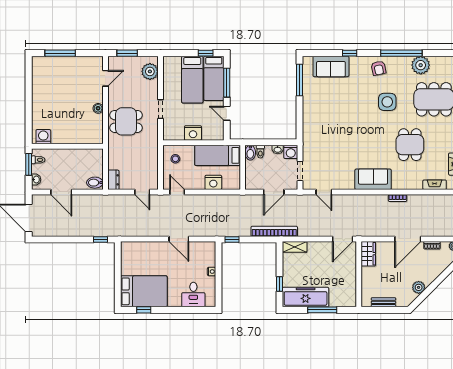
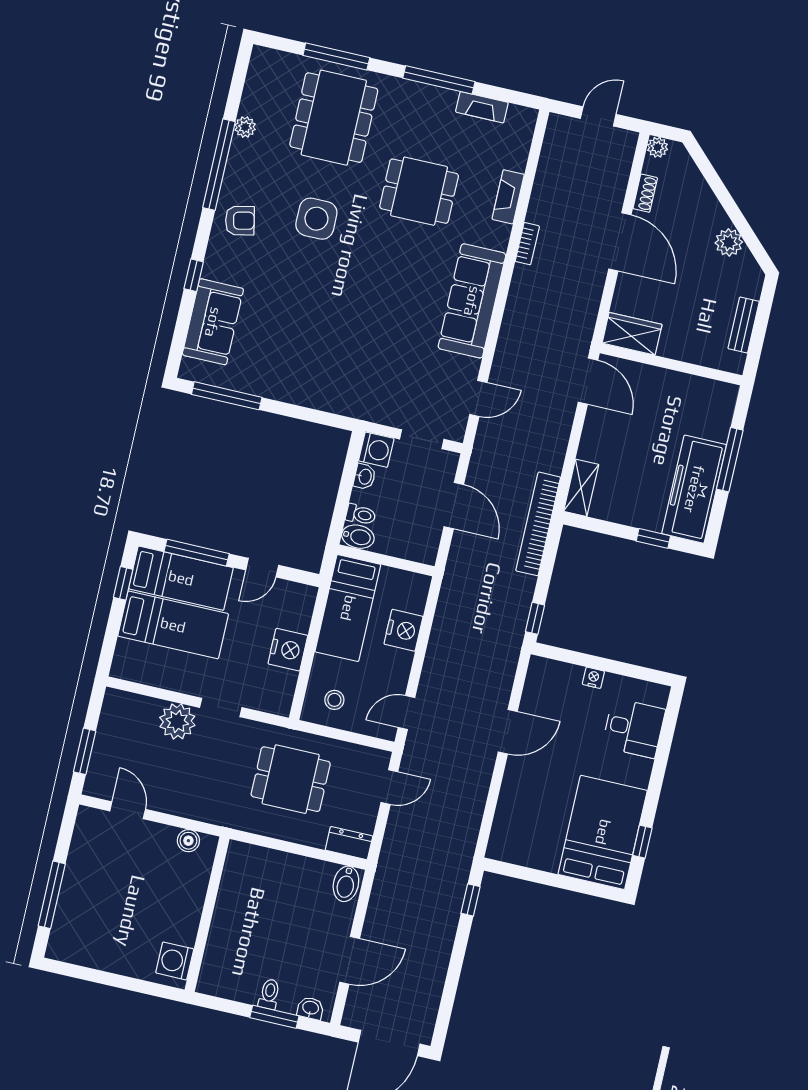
plant: (421, 65) -> (245, 127), width x0.53, depth x0.53
plant: (150, 71) -> (177, 721), moved
dining table: (126, 121) -> (291, 779), moved, turned 90
washing machine: (43, 137) -> (175, 961), moved
wall: (67, 146) -> (207, 914), moved
sofa: (373, 179) -> (472, 301), width x1.36
fireplace: (435, 185) -> (508, 197), moved

